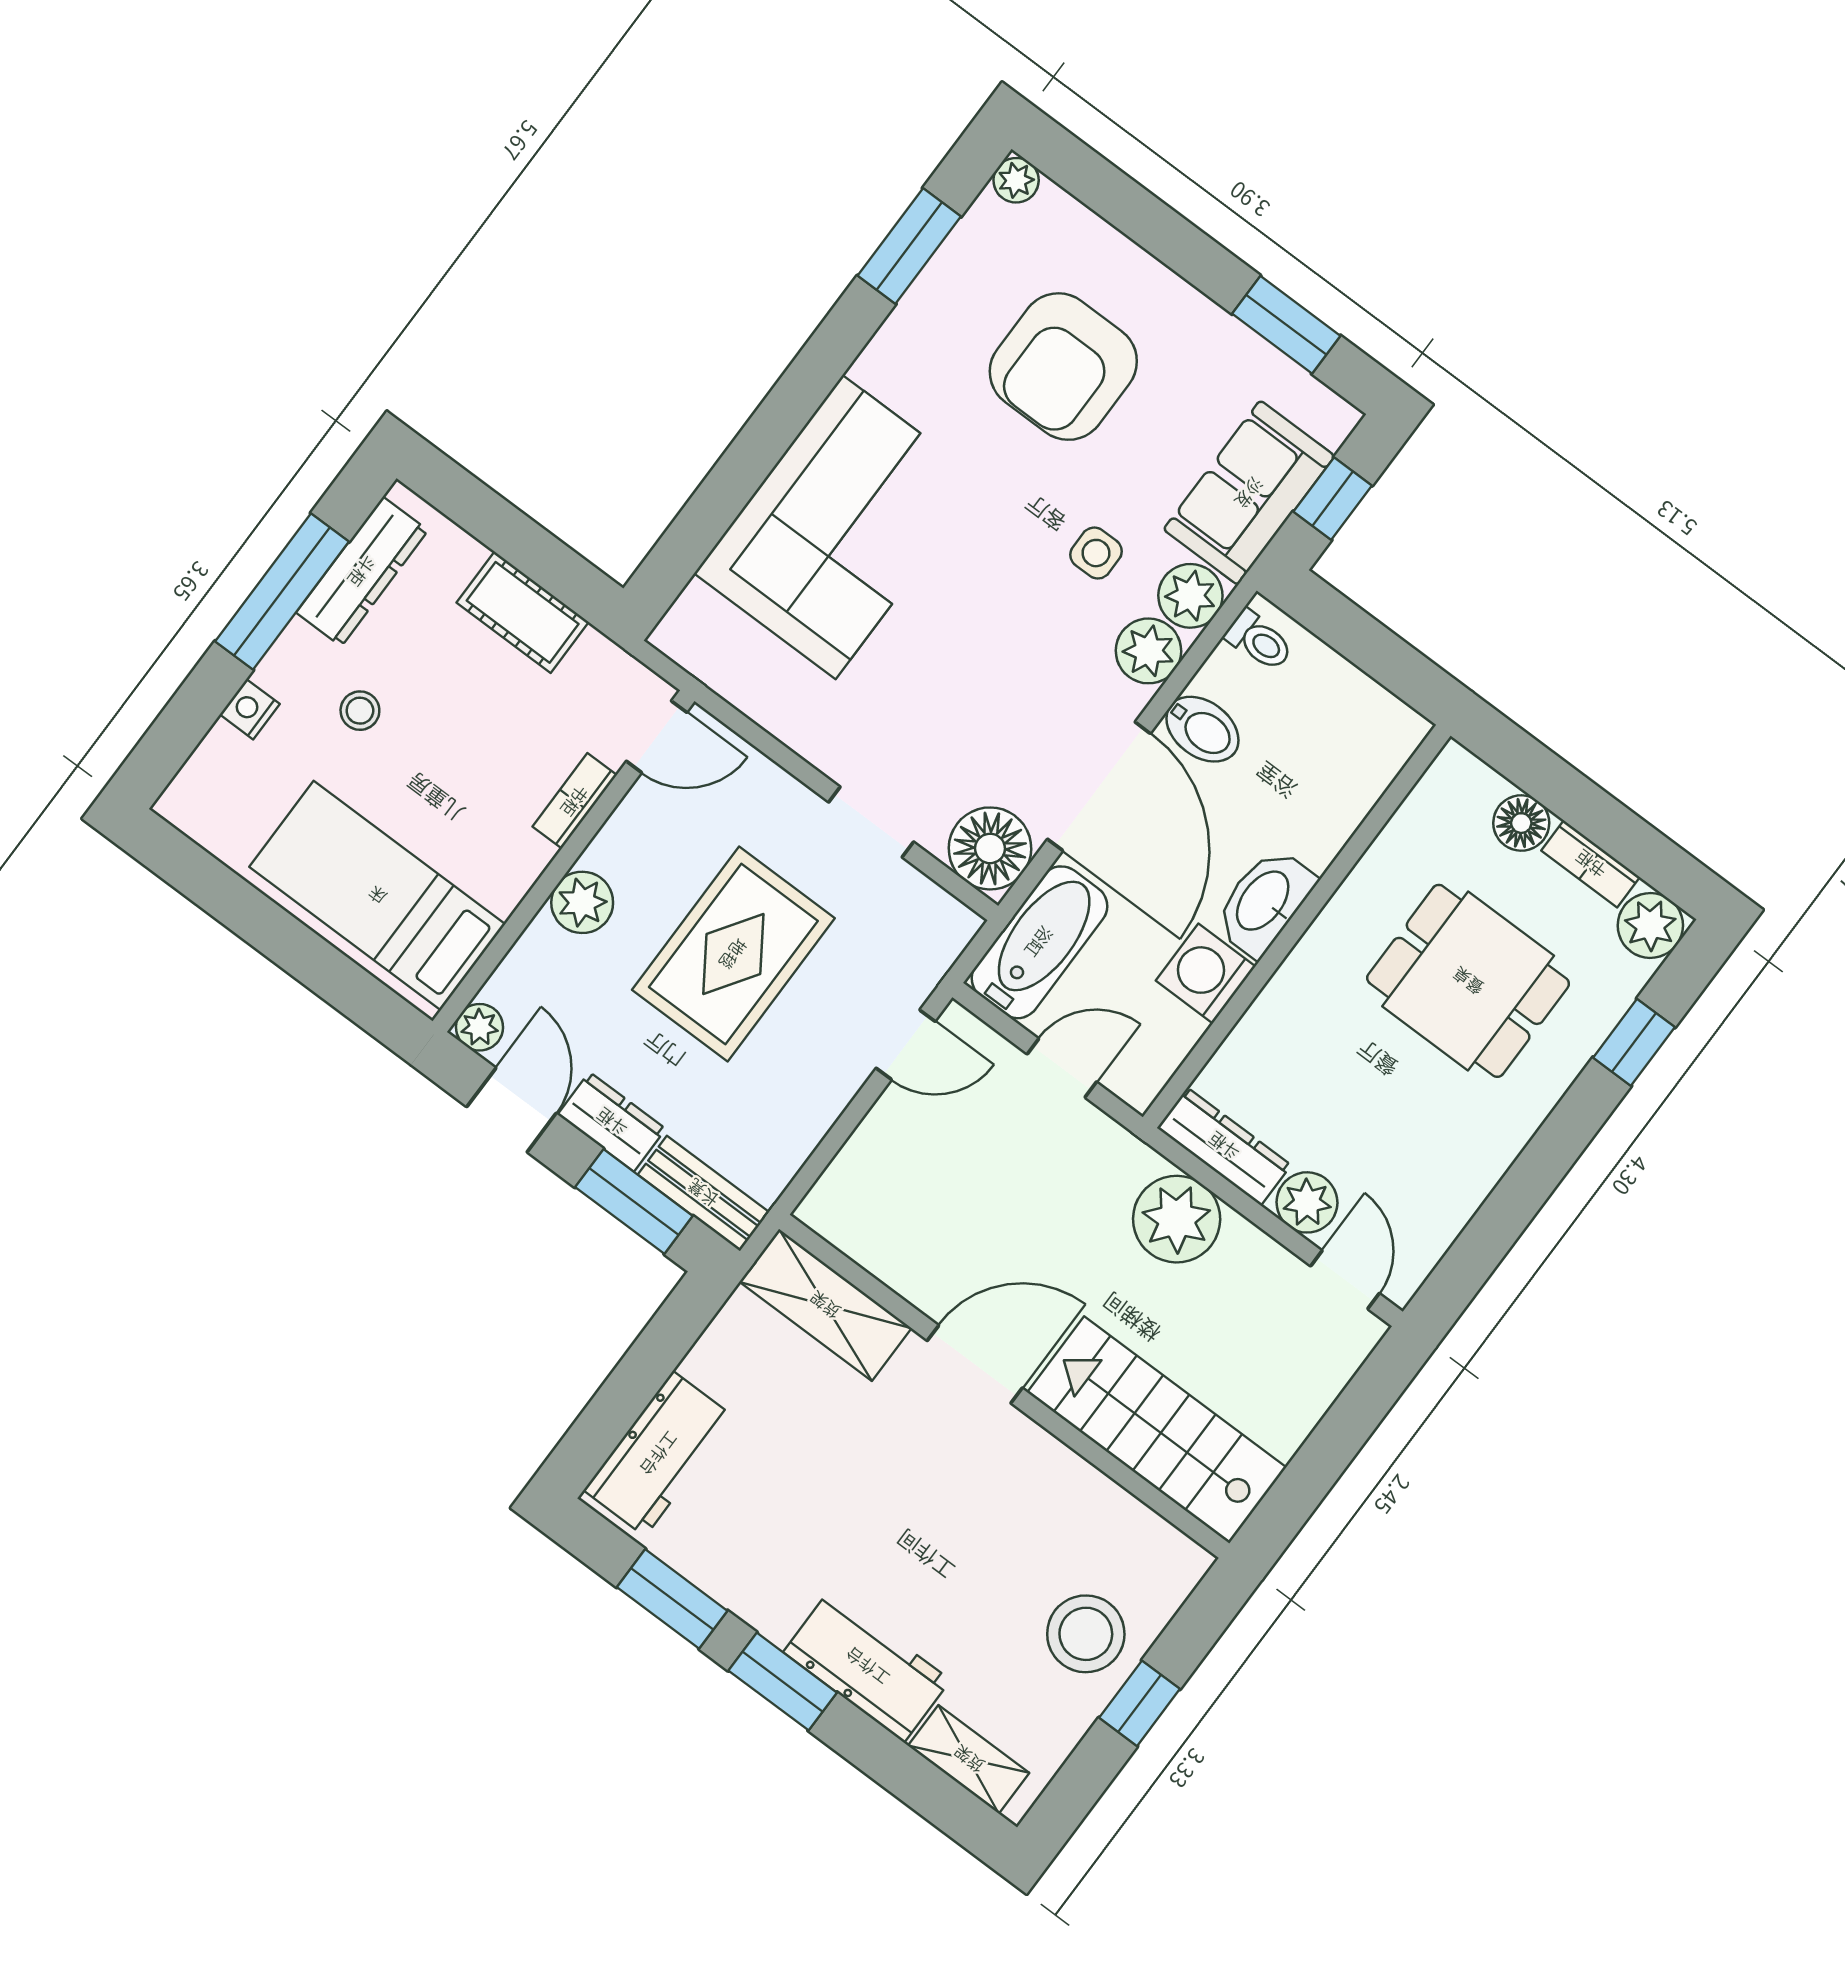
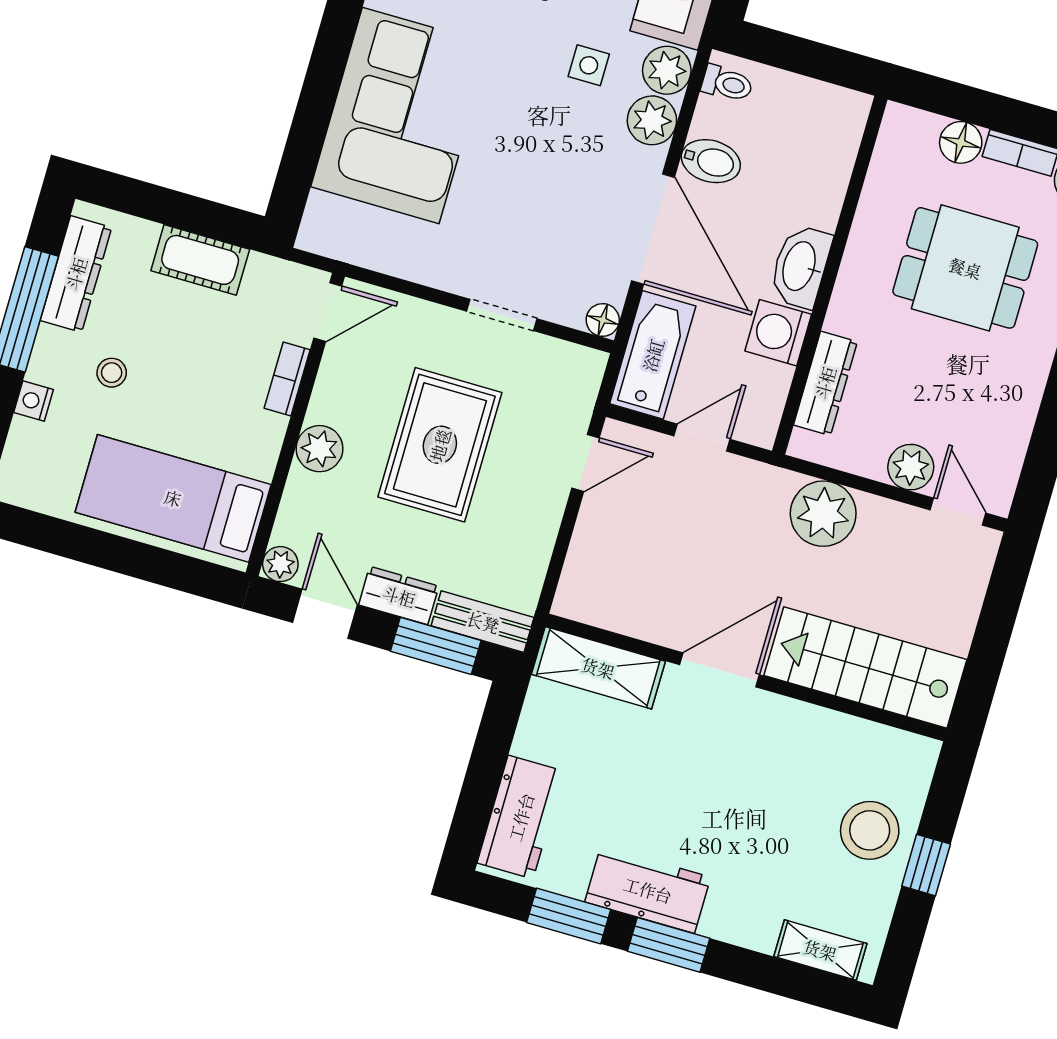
floor lamp: (990, 848) -> (603, 320), width x0.53, depth x0.53
dresser: (1224, 1146) -> (825, 383), moved, turned 90
workbench: (867, 1666) -> (648, 890), moved

